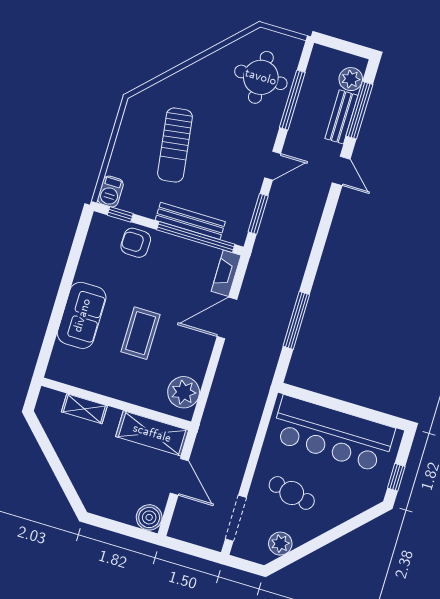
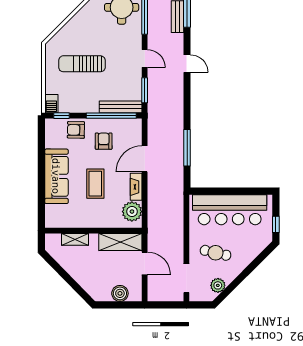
sun lounger: (175, 145) -> (82, 64), turned 98
door: (273, 166) -> (145, 59), hinge flipped
door: (341, 171) -> (187, 64), moved
bench: (190, 221) -> (121, 107), moved
armchair: (173, 272) -> (104, 141), added
fireplace: (226, 273) -> (136, 187), moved
sofa: (82, 315) -> (56, 176), width x1.36
boiler: (149, 517) -> (120, 293), moved

